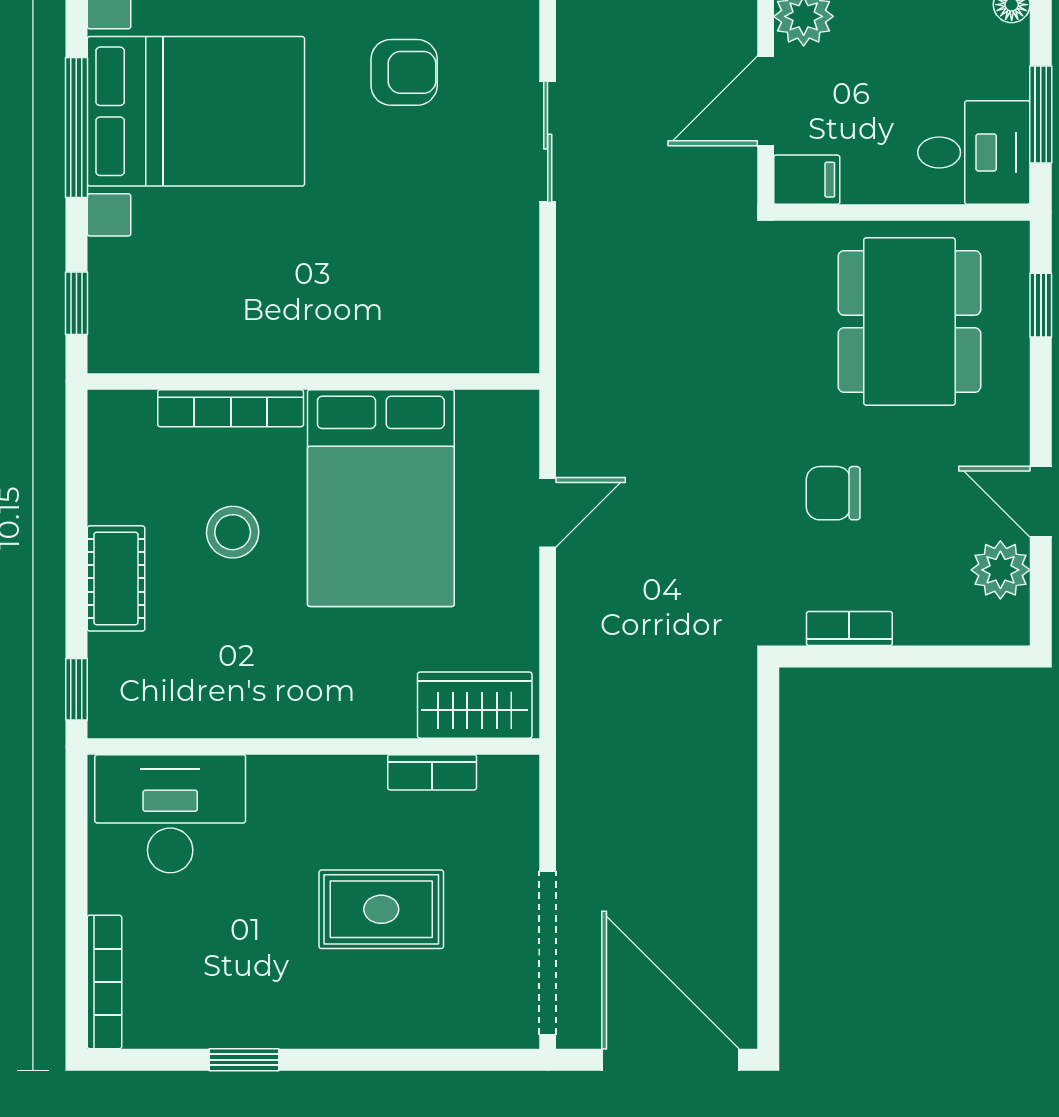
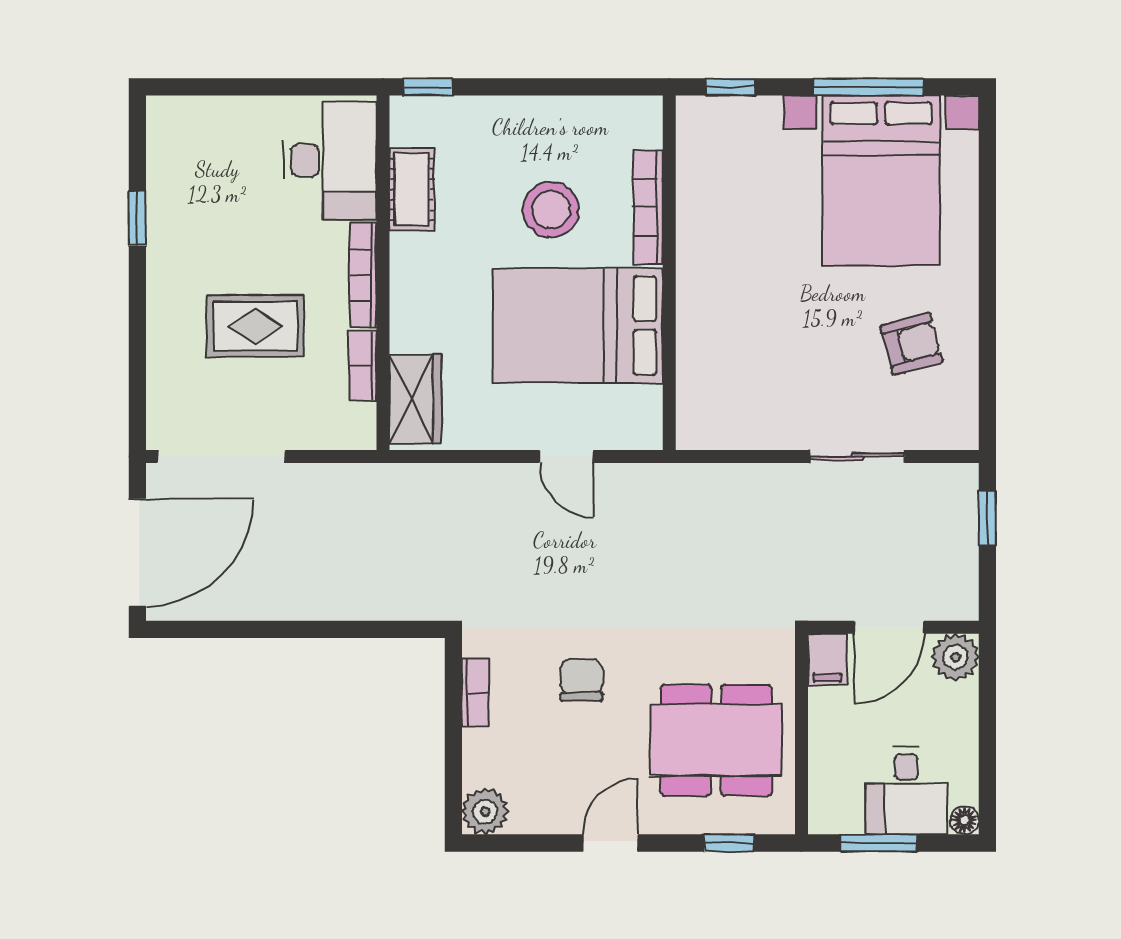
armchair: (404, 72) -> (912, 344), turned -105
door: (766, 101) -> (889, 627), swing flipped
desk: (974, 152) -> (906, 791), moved
door: (1041, 502) -> (610, 843), moved
stool: (233, 532) -> (551, 209), width x1.38, depth x1.38
plant: (1000, 570) -> (485, 812), moved
cot: (116, 578) -> (412, 189), moved, turned 90
rug: (381, 909) -> (255, 326), turned 90
bookcase: (104, 982) -> (363, 275), moved, turned 90

